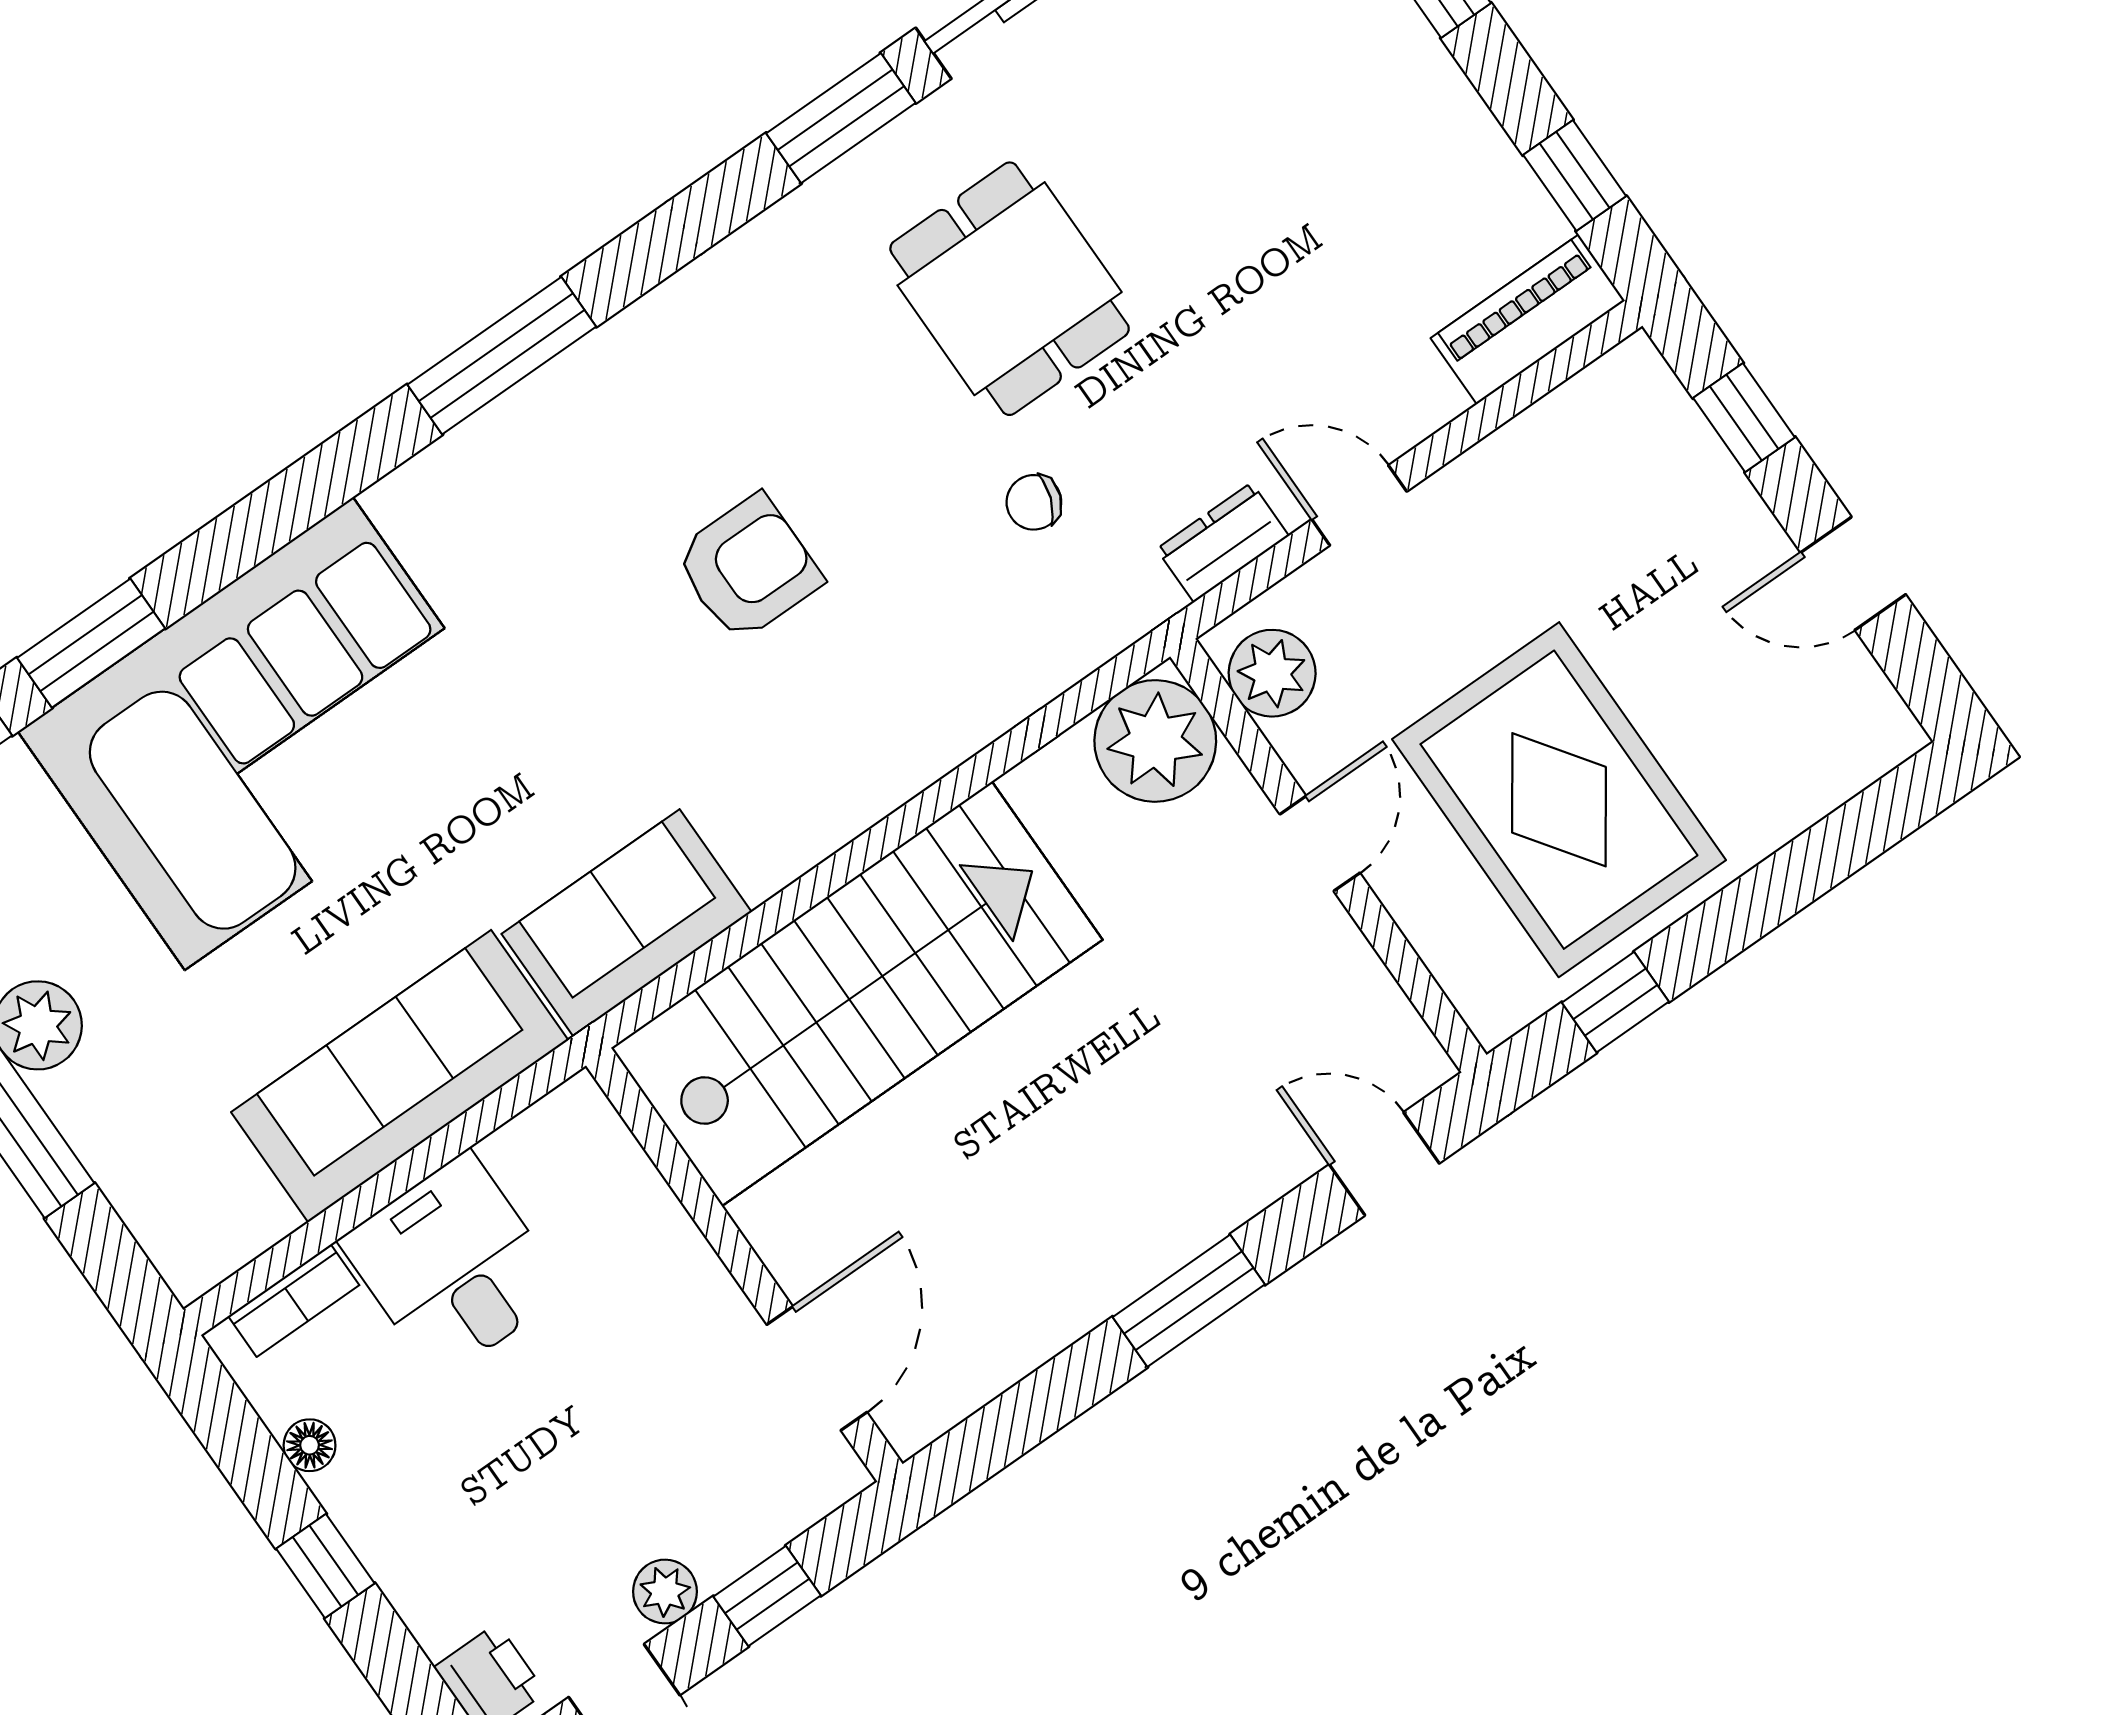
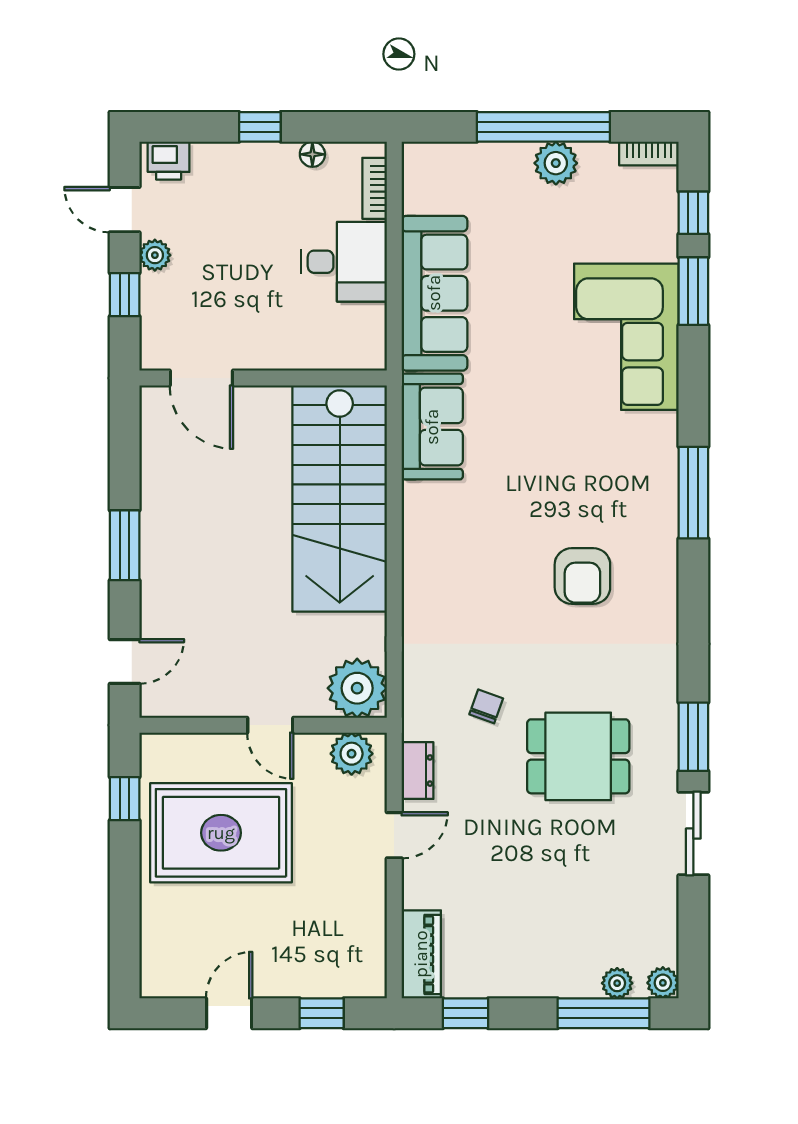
window: (502, 356) -> (693, 493), moved
armchair: (748, 568) -> (582, 576), moved
corner sofa: (269, 734) -> (626, 337), width x0.73, depth x0.74

